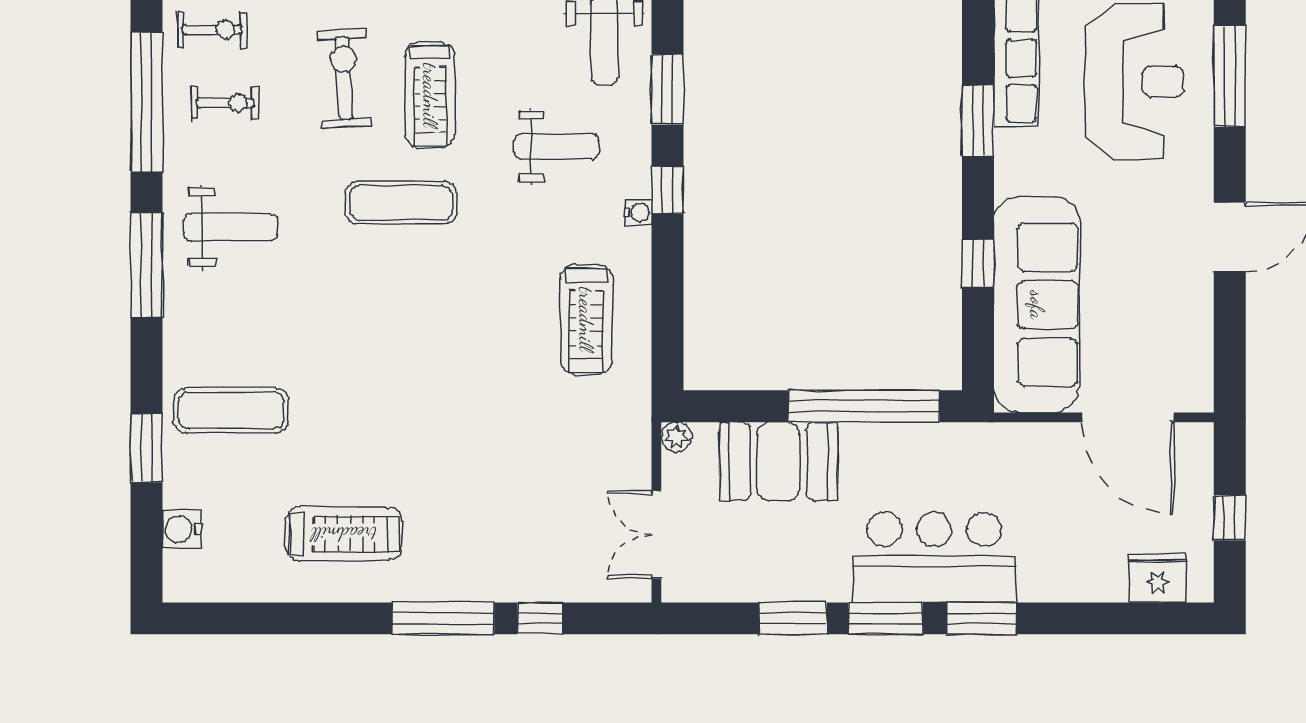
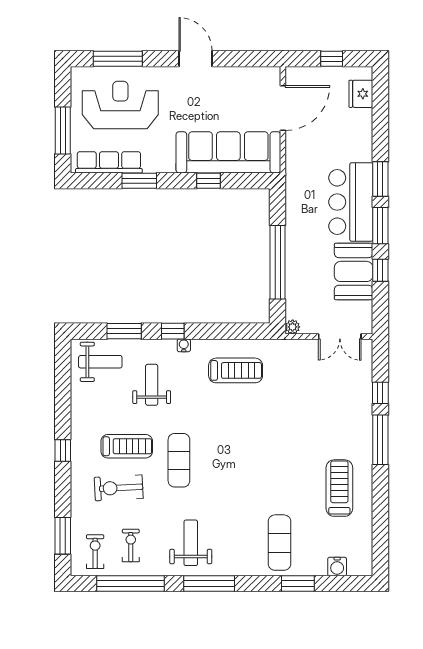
window: (864, 406) -> (278, 262), moved
booth: (778, 461) -> (354, 271), moved
window: (793, 618) -> (380, 270), width x0.67

